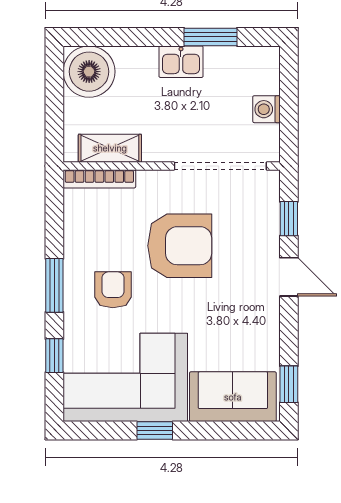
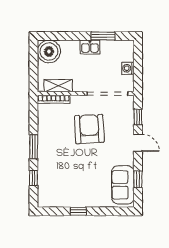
armchair: (180, 246) -> (89, 129), turned -93
armchair: (113, 290) -> (60, 149), removed
corner sofa: (125, 377) -> (65, 188), removed
window: (289, 384) -> (138, 179), moved
sofa: (233, 397) -> (123, 185), moved, turned -90

